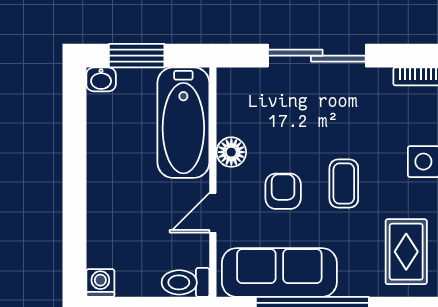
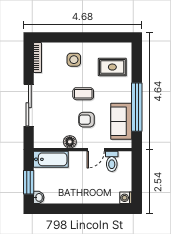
bathtub: (183, 123) -> (51, 159), width x0.73, depth x0.73
door: (213, 213) -> (96, 150), hinge flipped
sofa: (279, 272) -> (121, 121), width x0.73
toilet: (185, 282) -> (112, 161), moved

